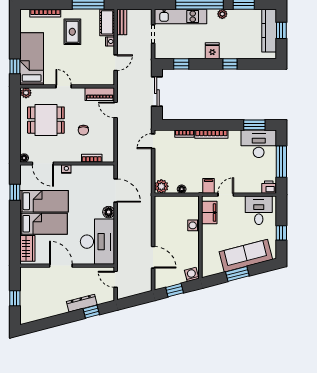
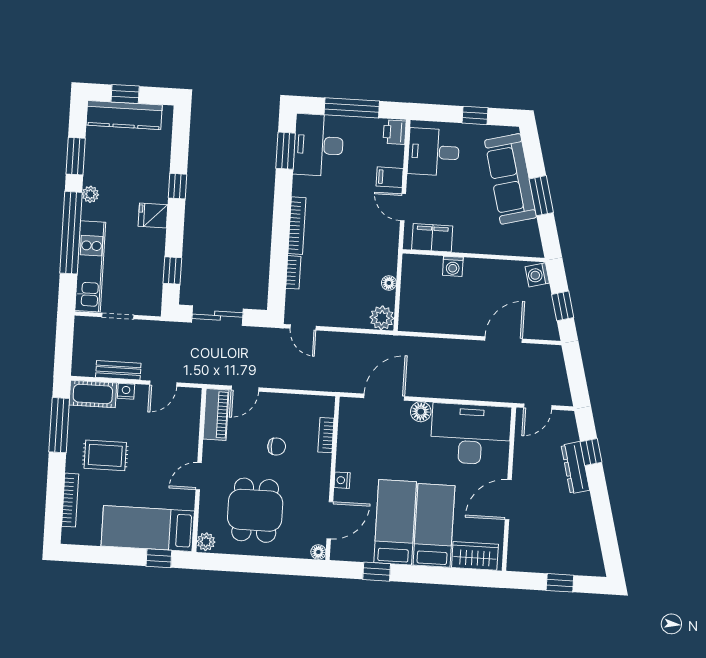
bench: (122, 22) -> (118, 370), moved
door: (116, 63) -> (163, 384), swing flipped
filing cabinet: (209, 186) -> (390, 177), moved

